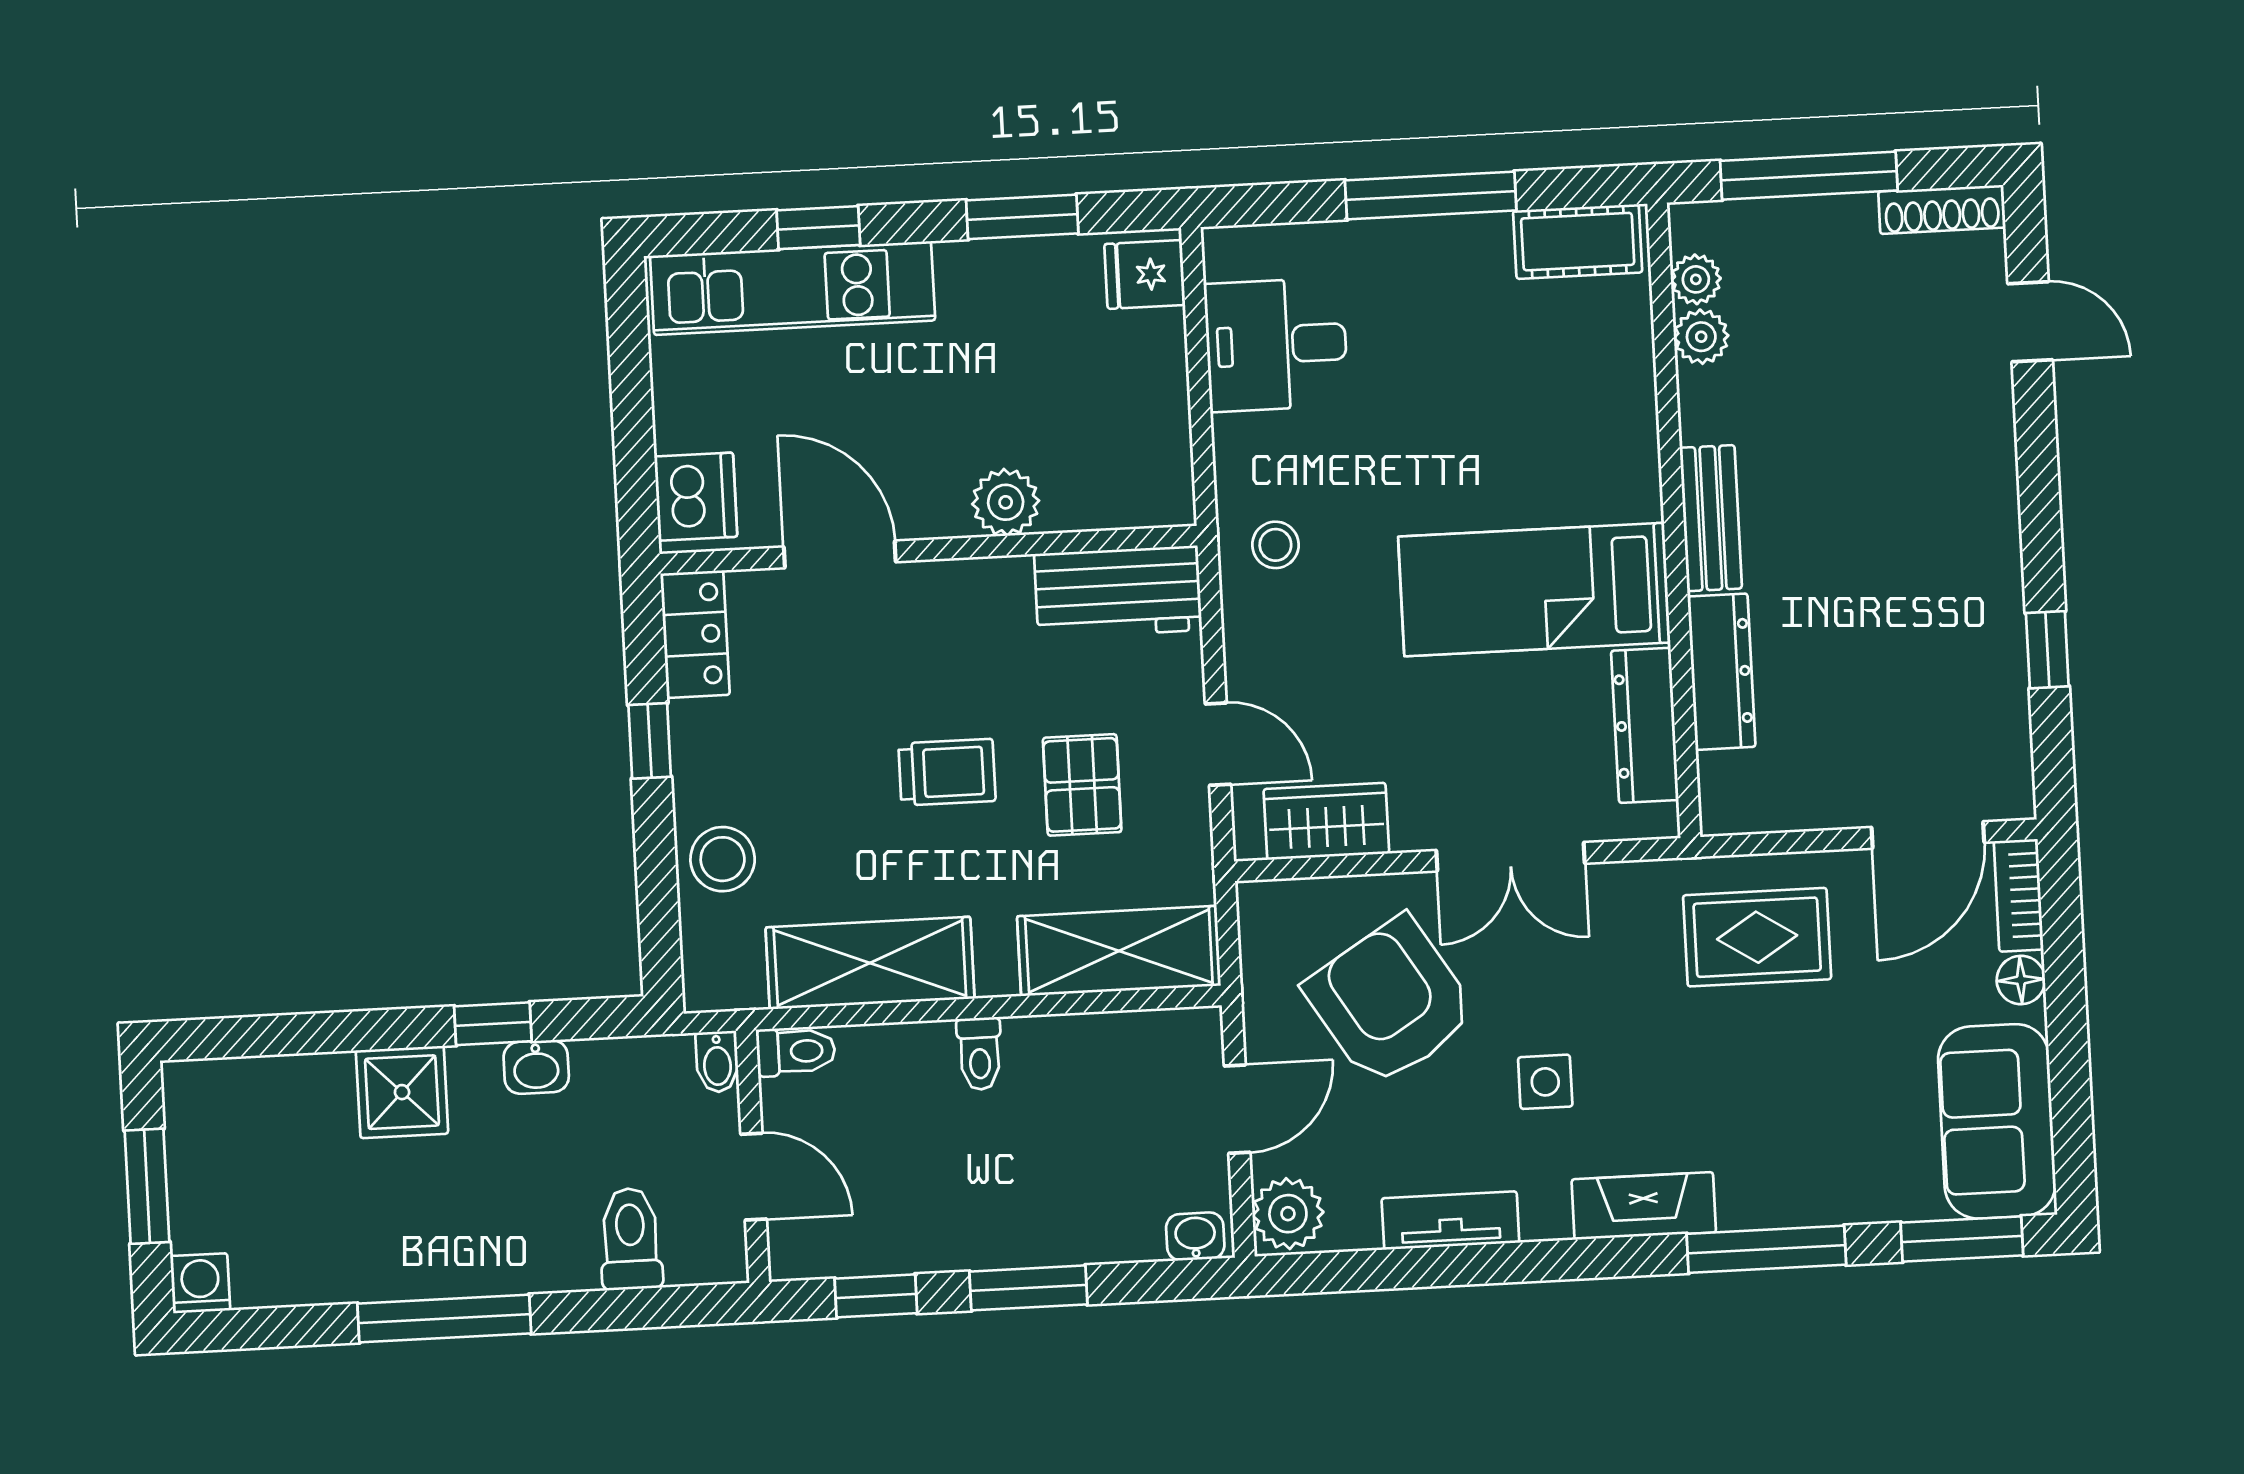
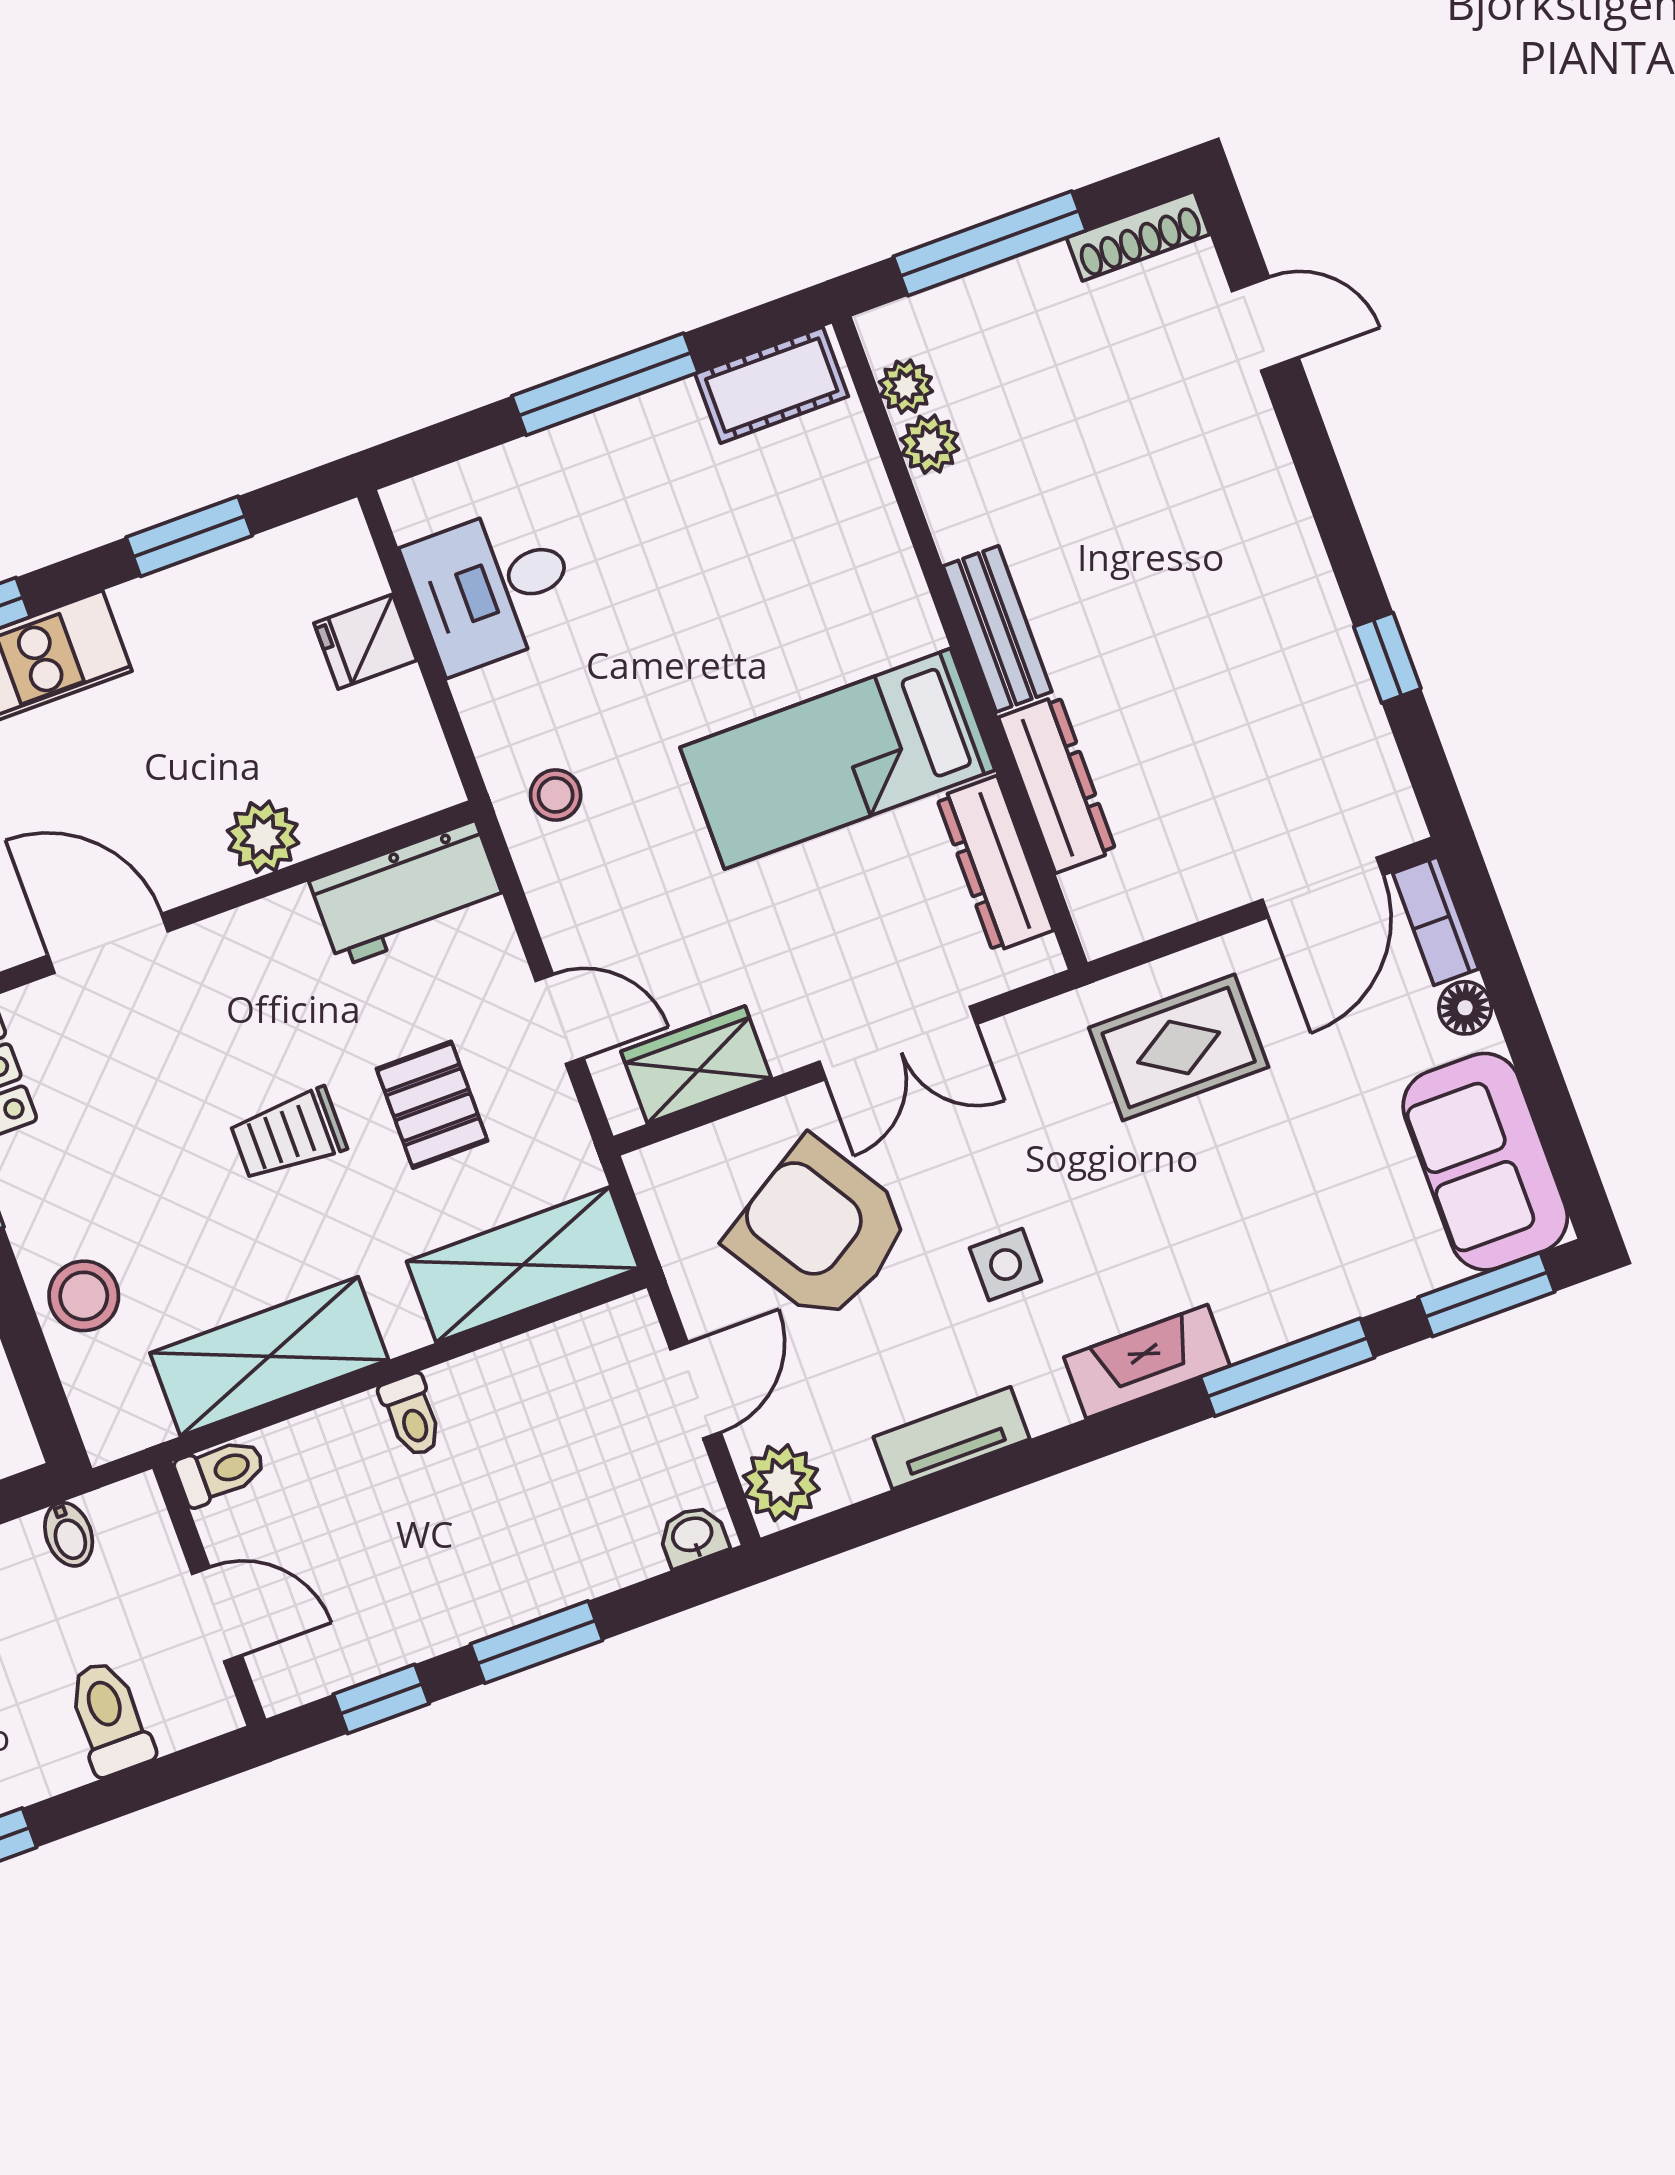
fridge: (1145, 274) -> (365, 642), moved
trolley: (947, 772) -> (288, 1135), turned 180
bidet: (717, 1062) -> (69, 1534), moved

